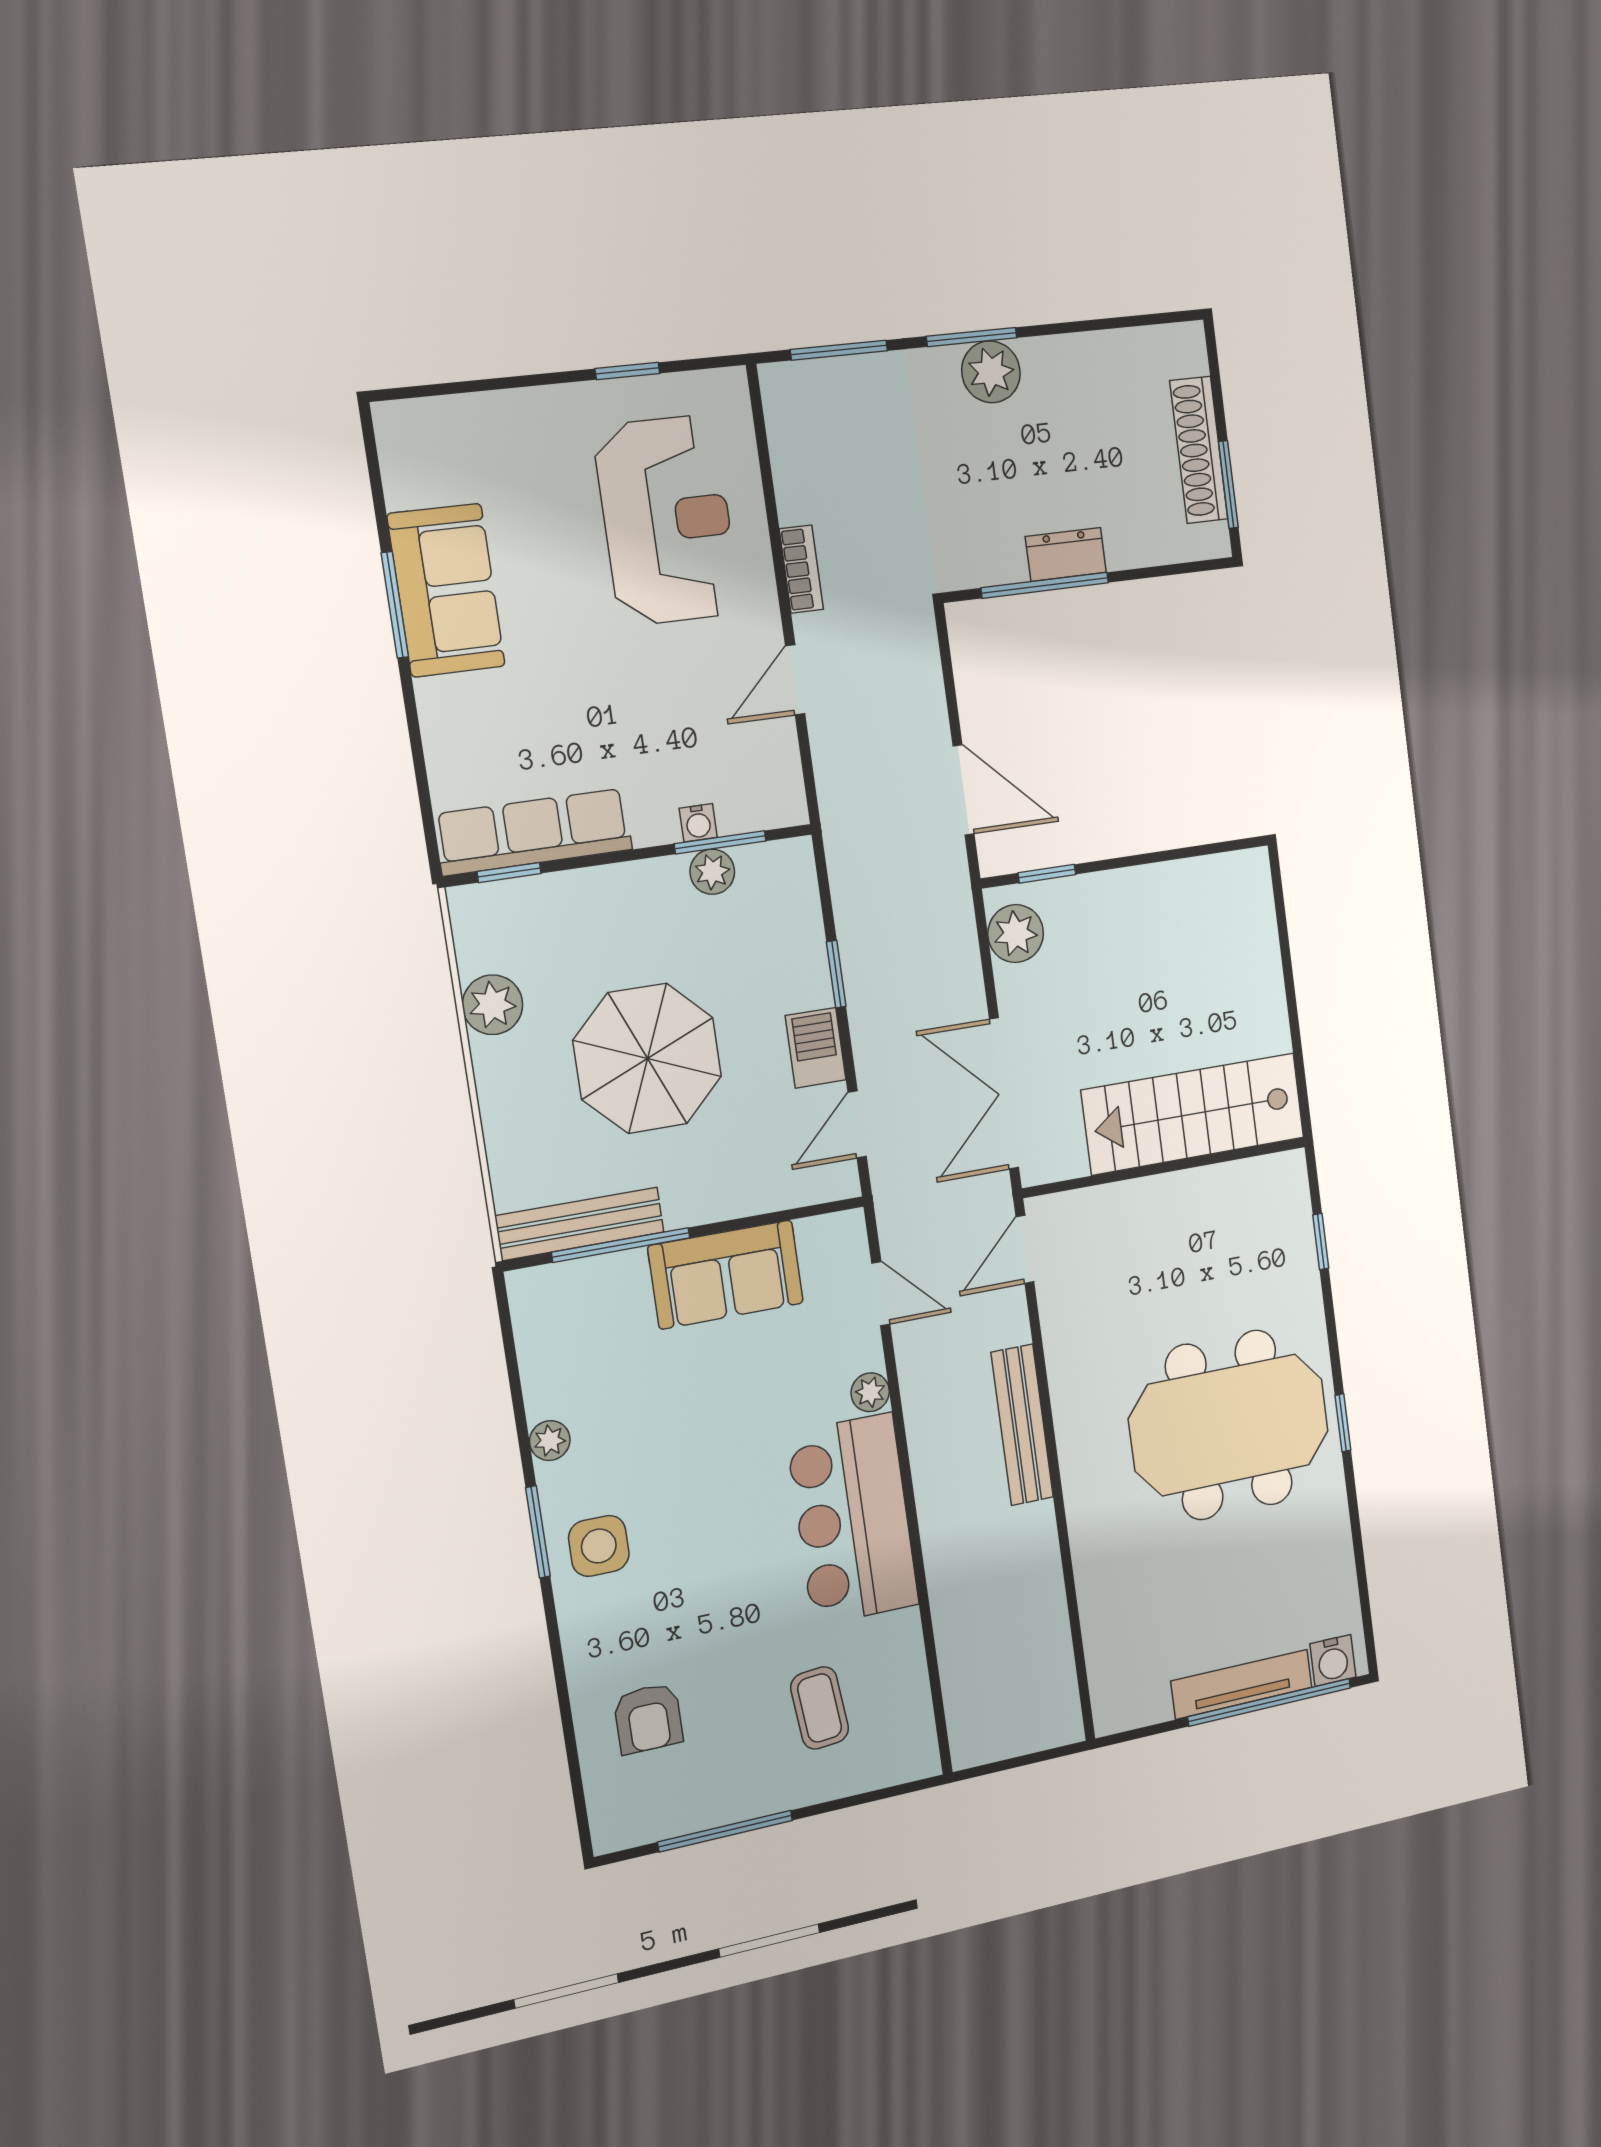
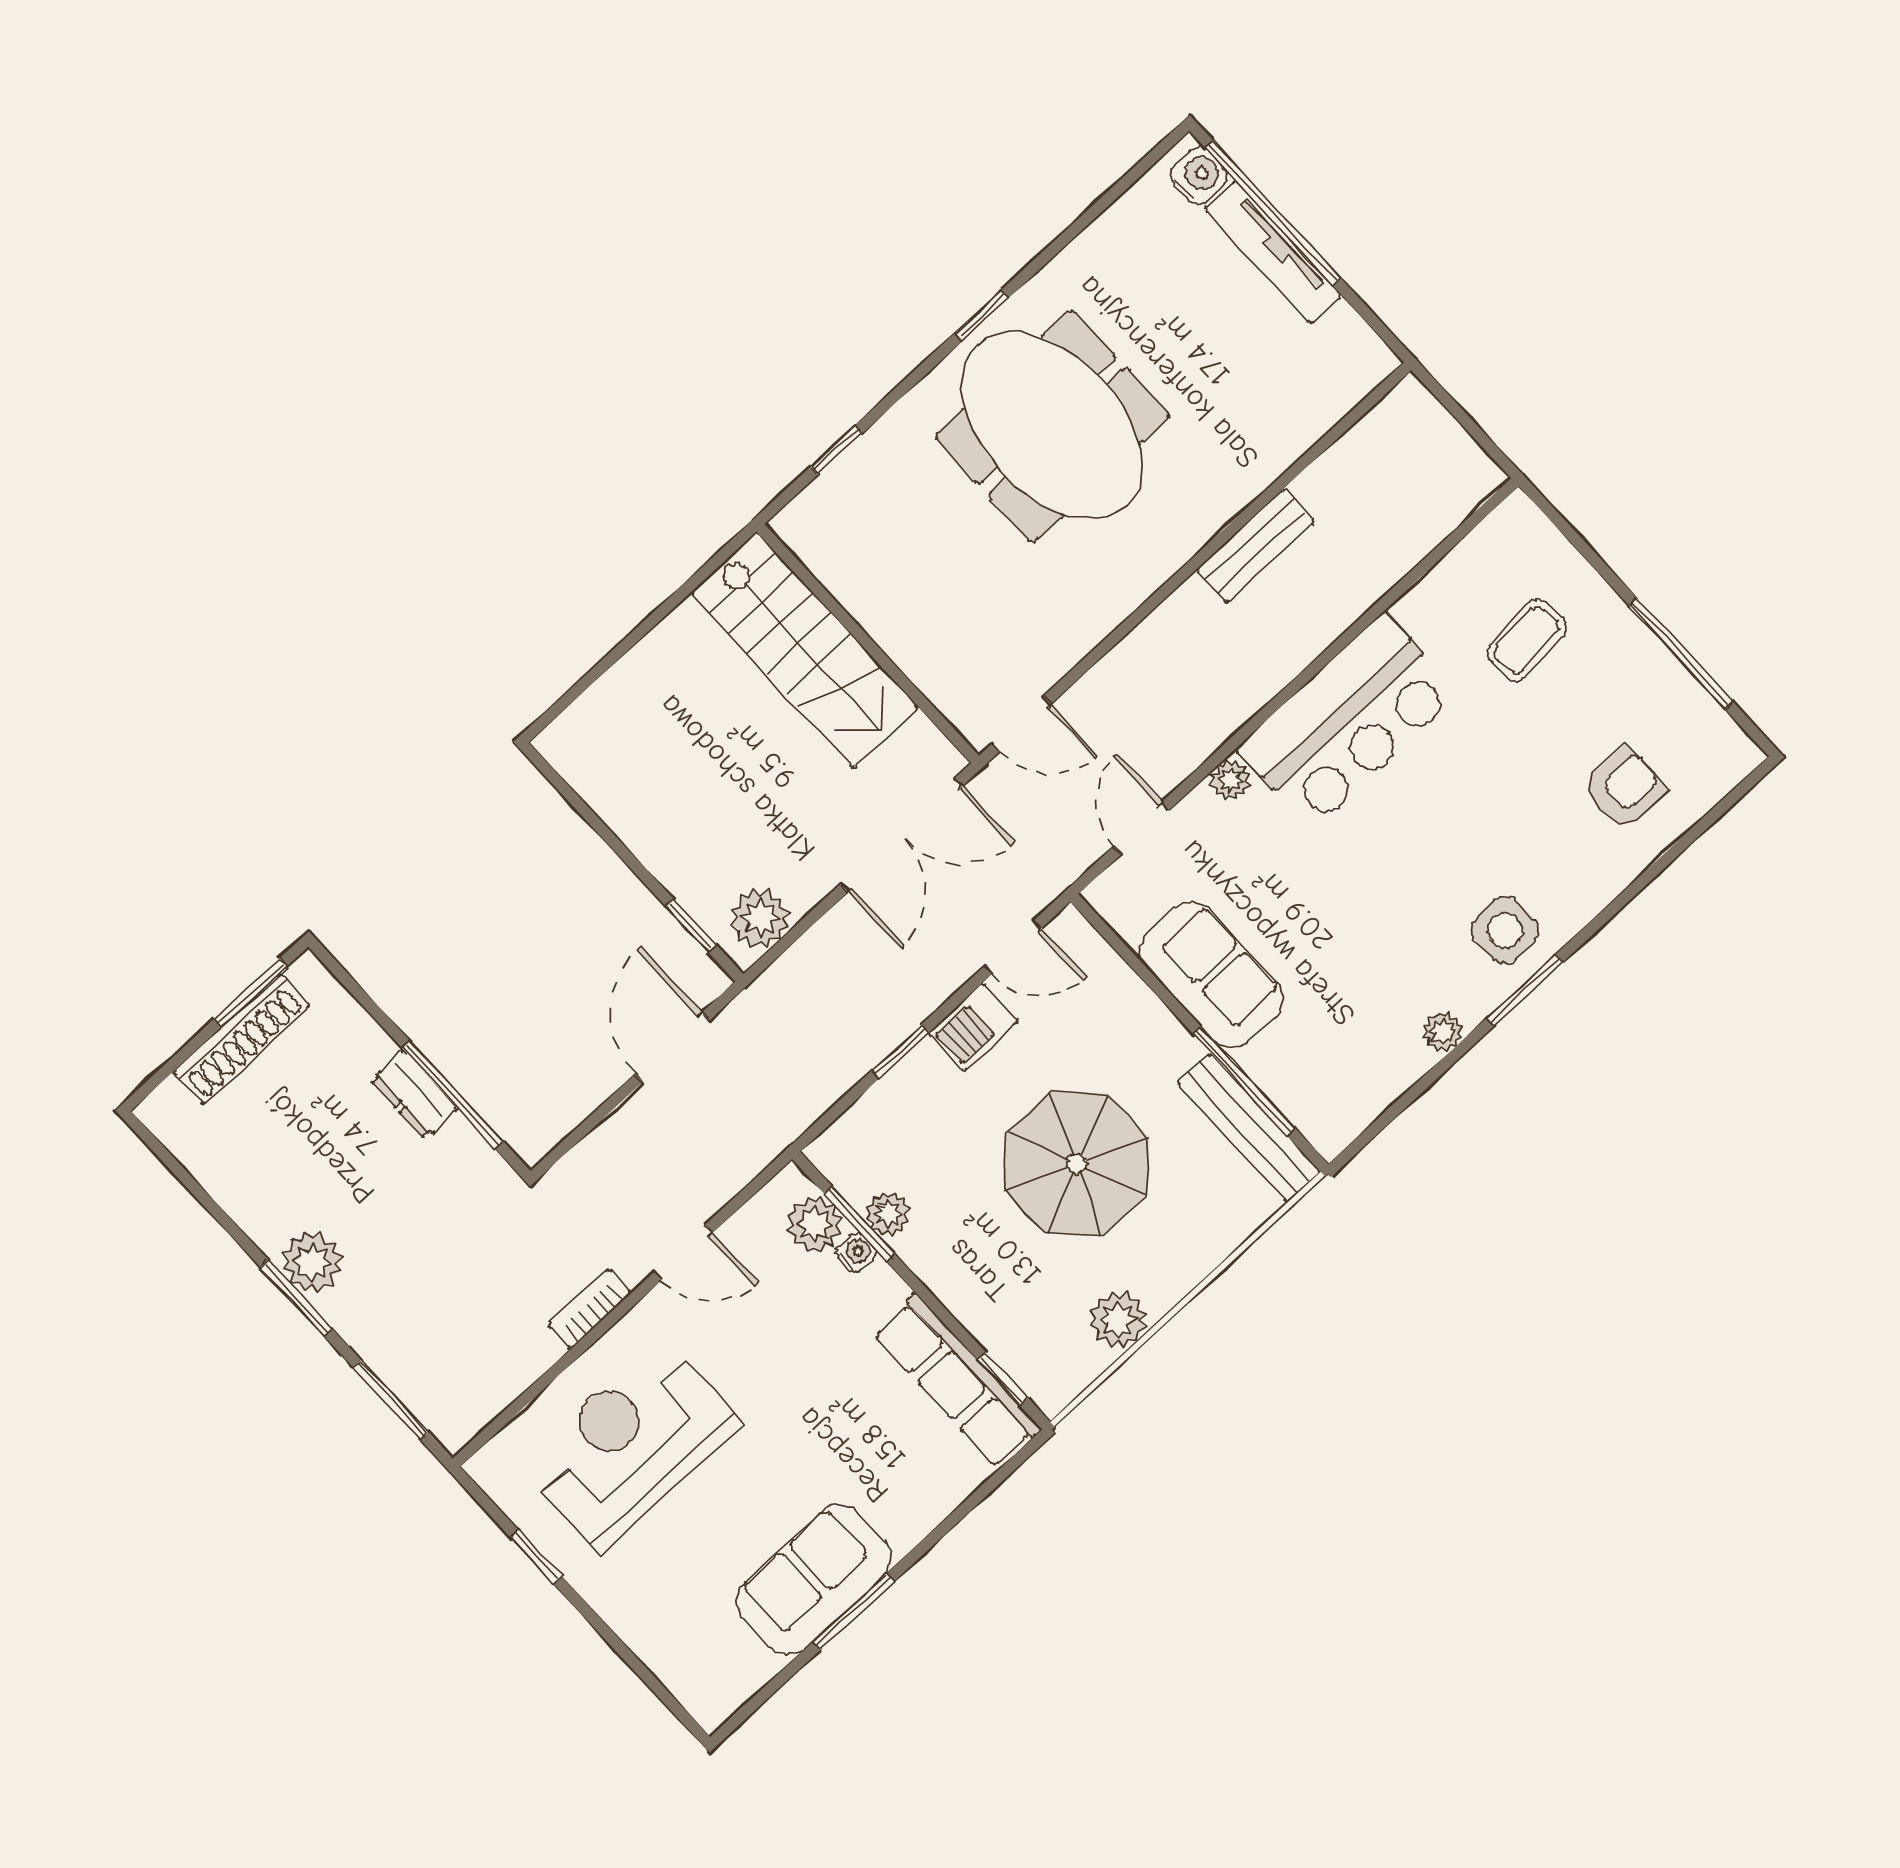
plant: (745, 805) -> (814, 1224), added
bench: (1022, 1425) -> (1255, 546), moved, width x0.73

